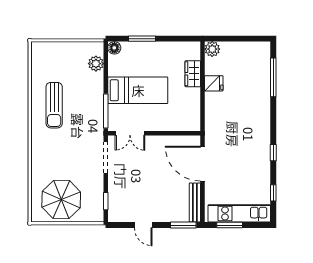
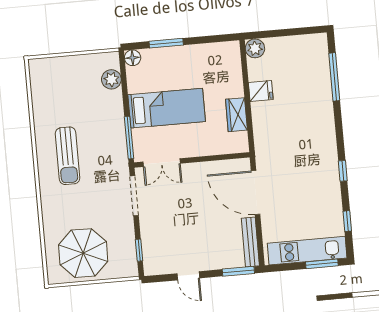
wardrobe: (193, 74) -> (236, 115), moved
sun lounger: (54, 105) -> (68, 156), moved
window: (230, 225) -> (322, 264), moved

